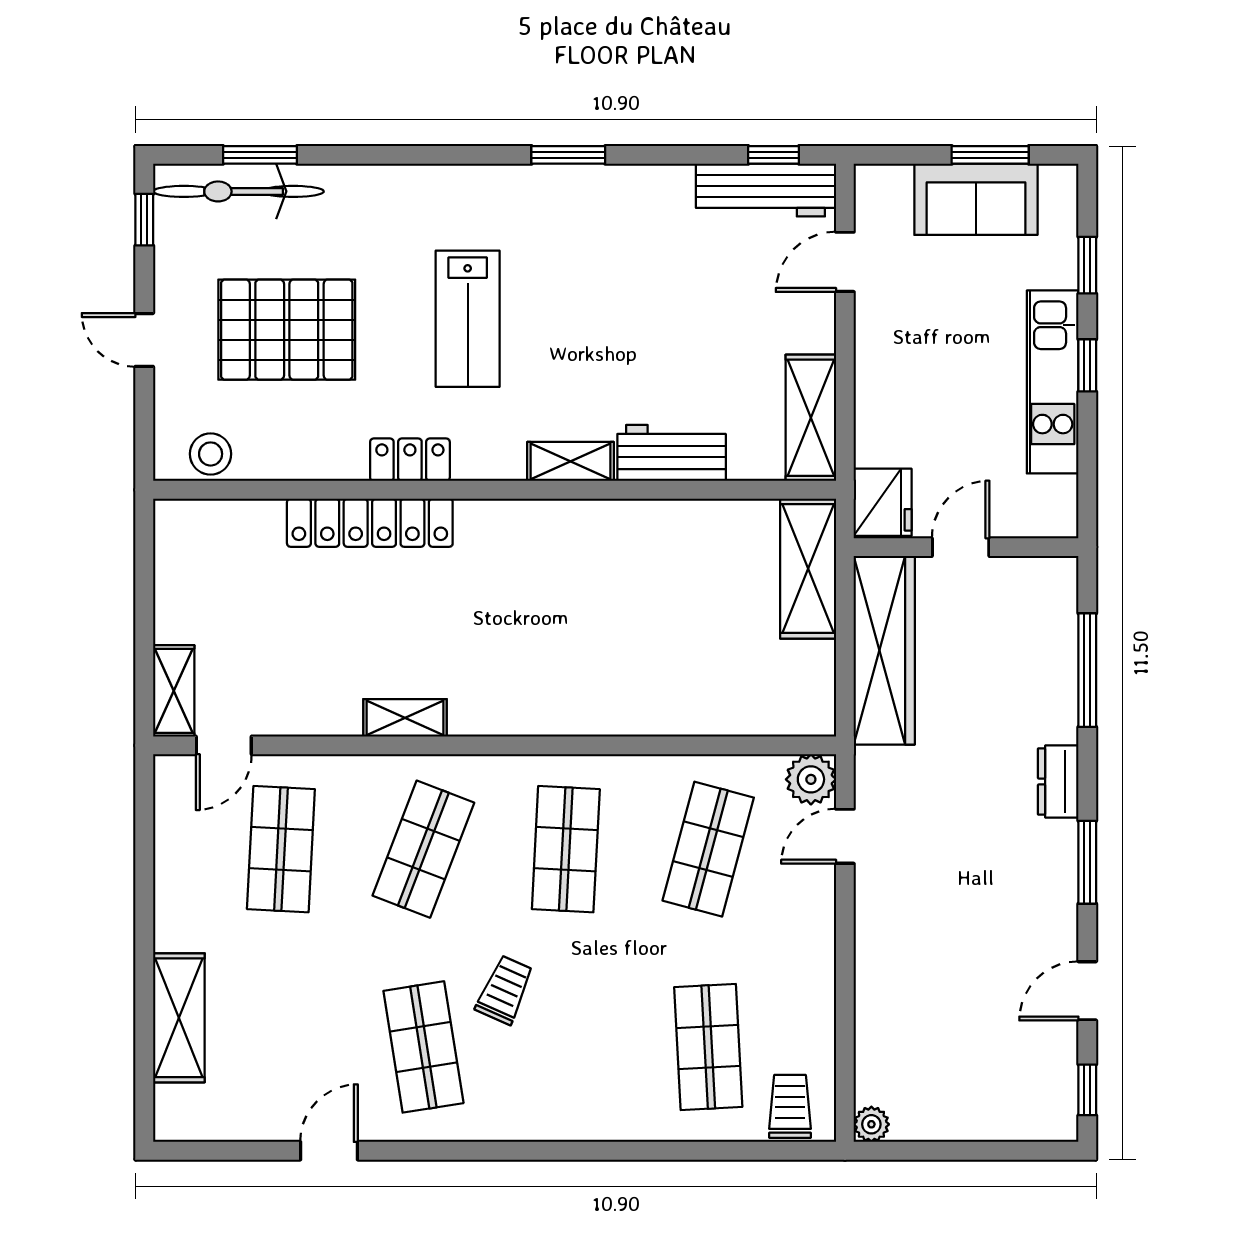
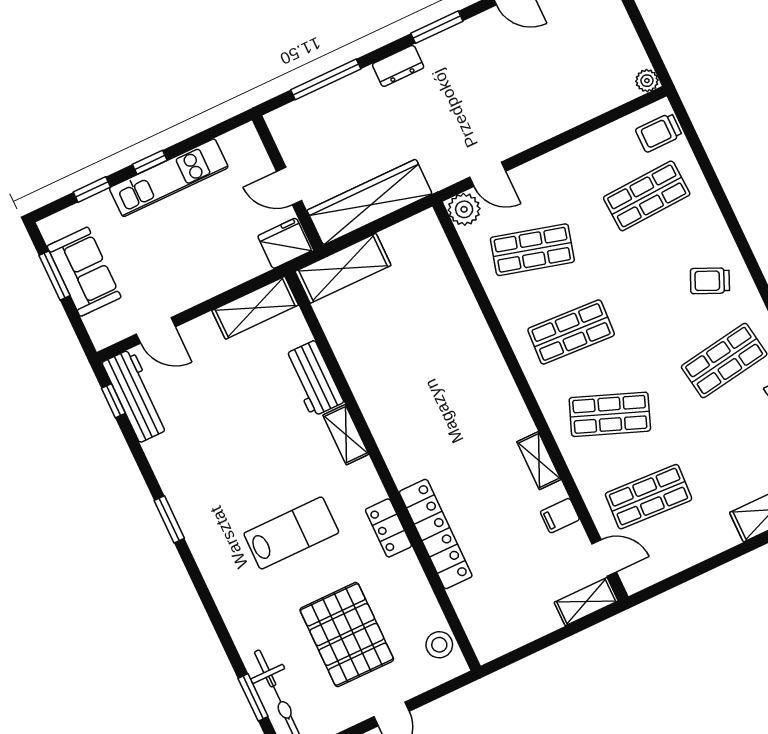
filing cabinet: (313, 711) -> (560, 516), added
trolley: (505, 990) -> (710, 281), moved

